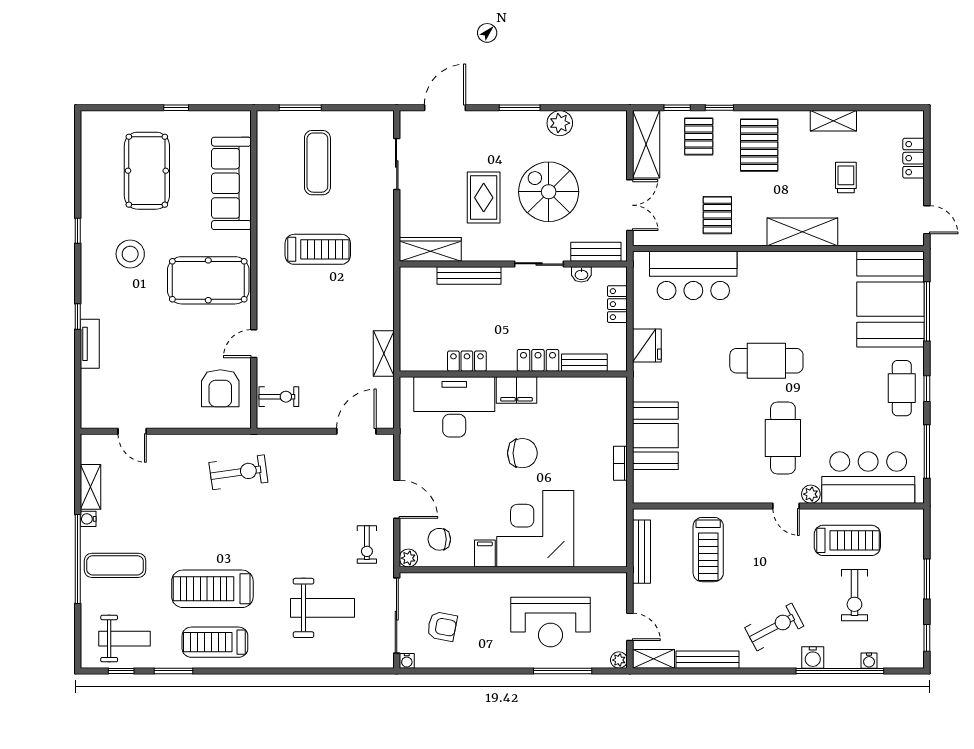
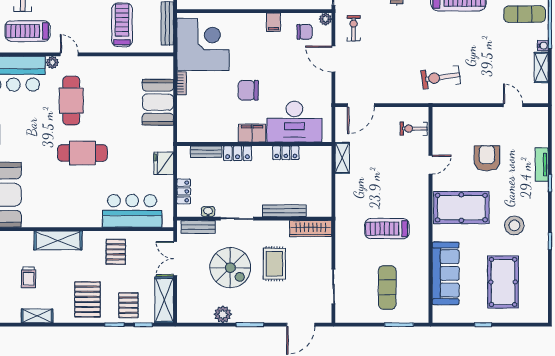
armchair: (220, 388) -> (487, 158), moved
corner desk: (535, 529) -> (203, 44), moved, turned -90

